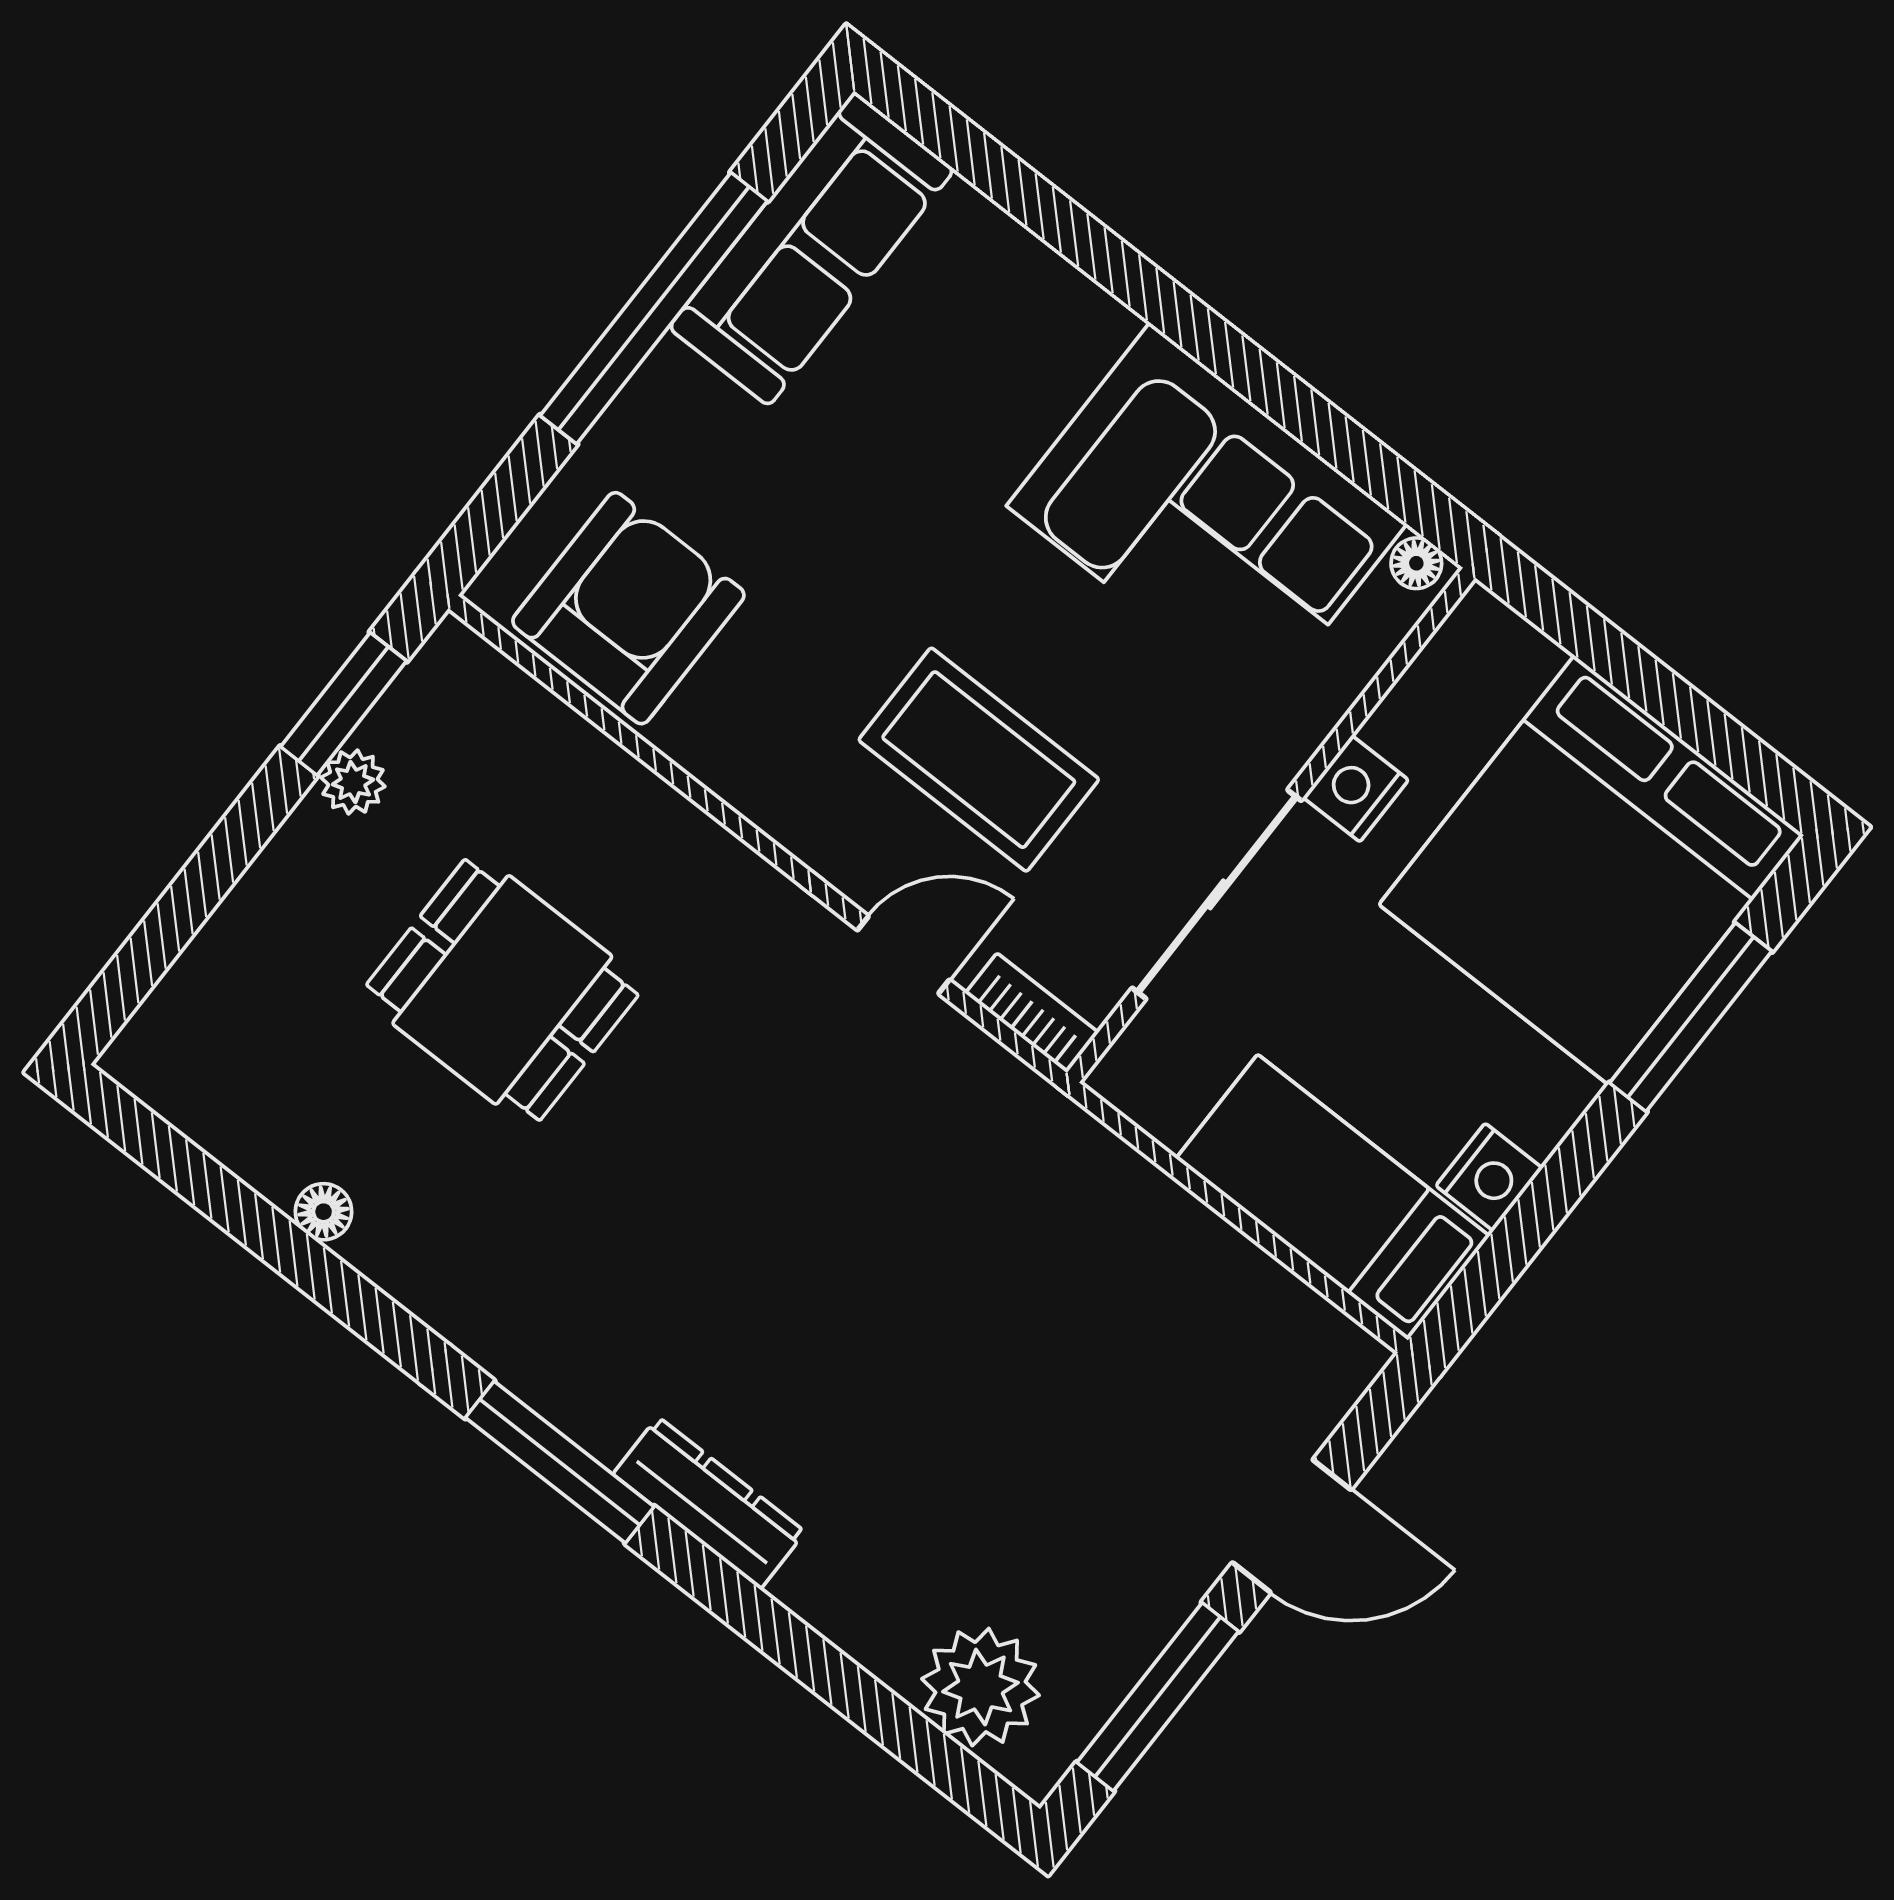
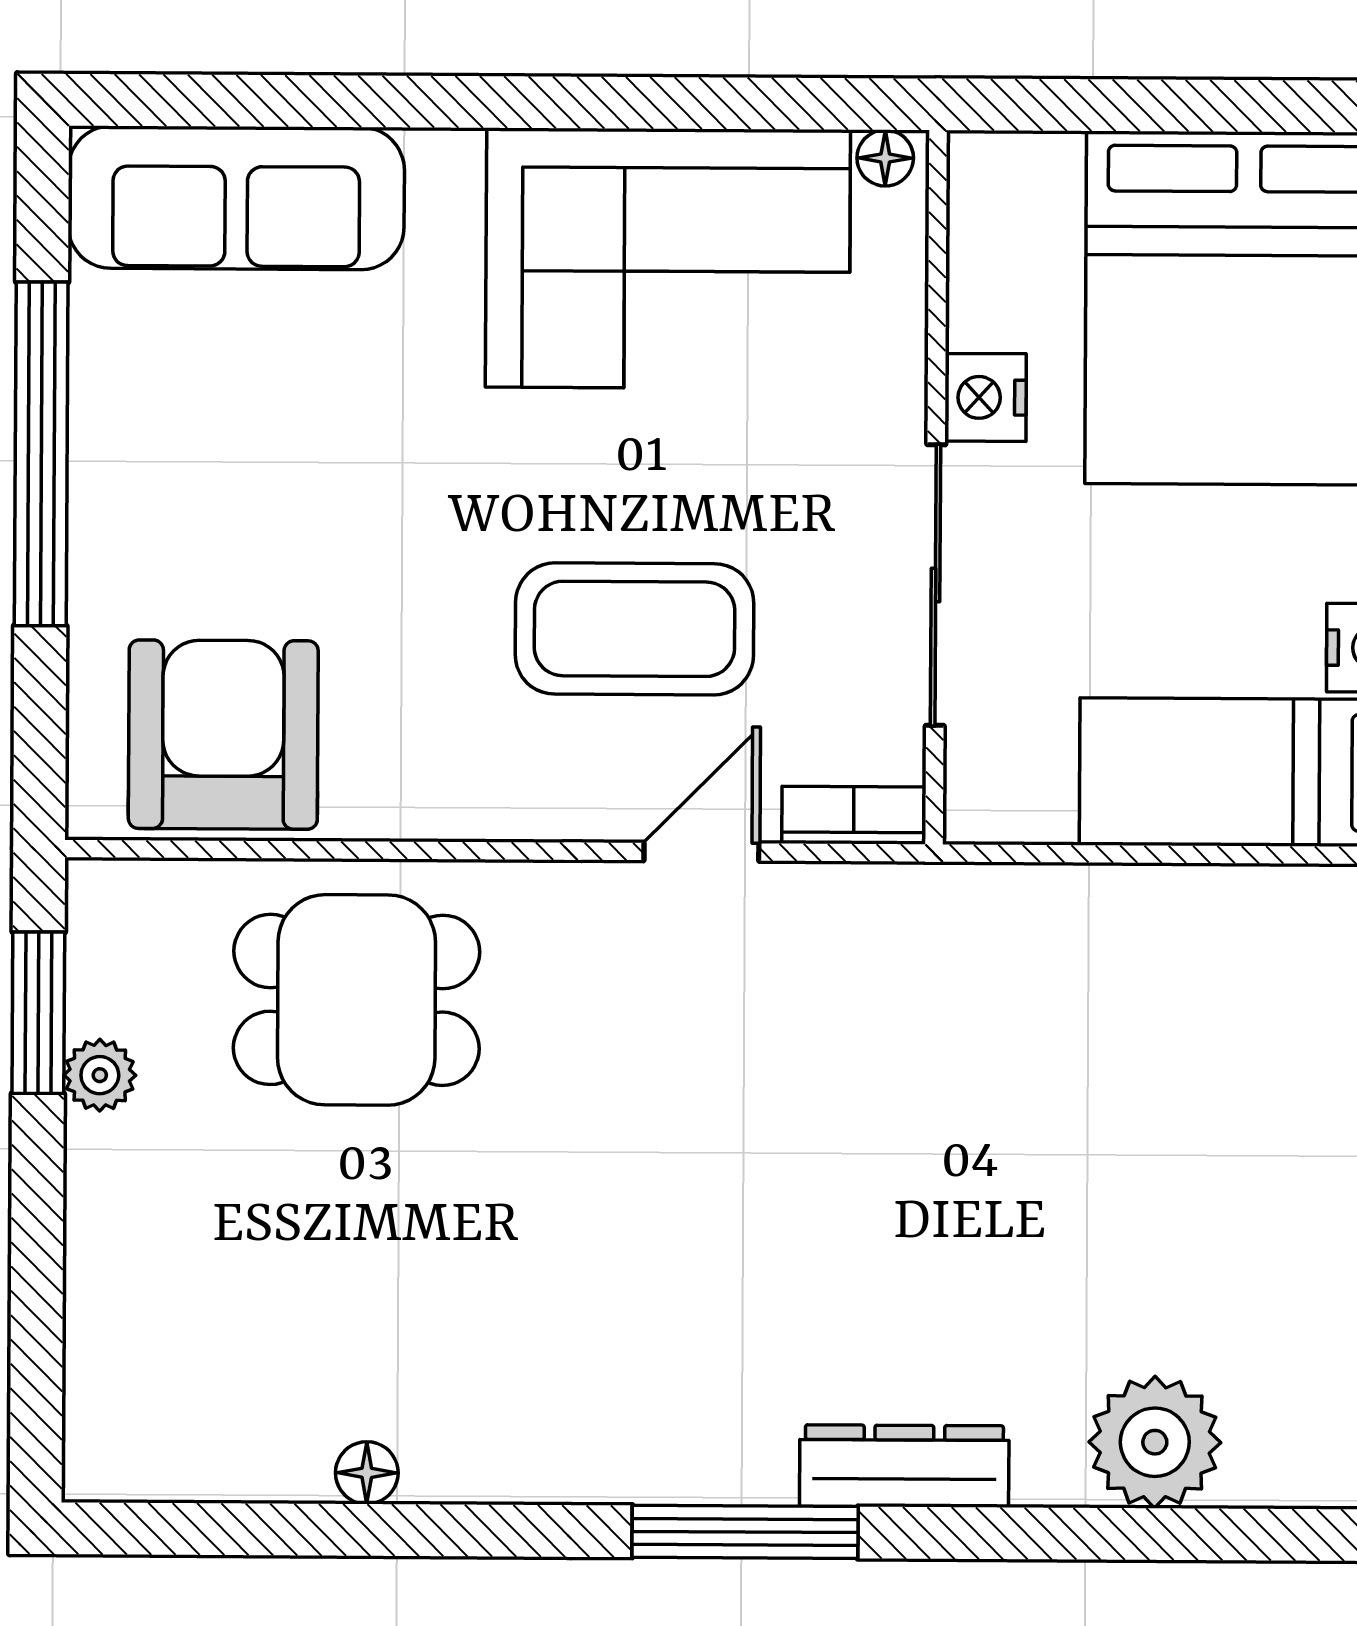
sofa: (812, 249) -> (236, 198), moved, turned 90
dining table: (502, 990) -> (356, 1000), moved
plant: (980, 1687) -> (1155, 1442), moved

